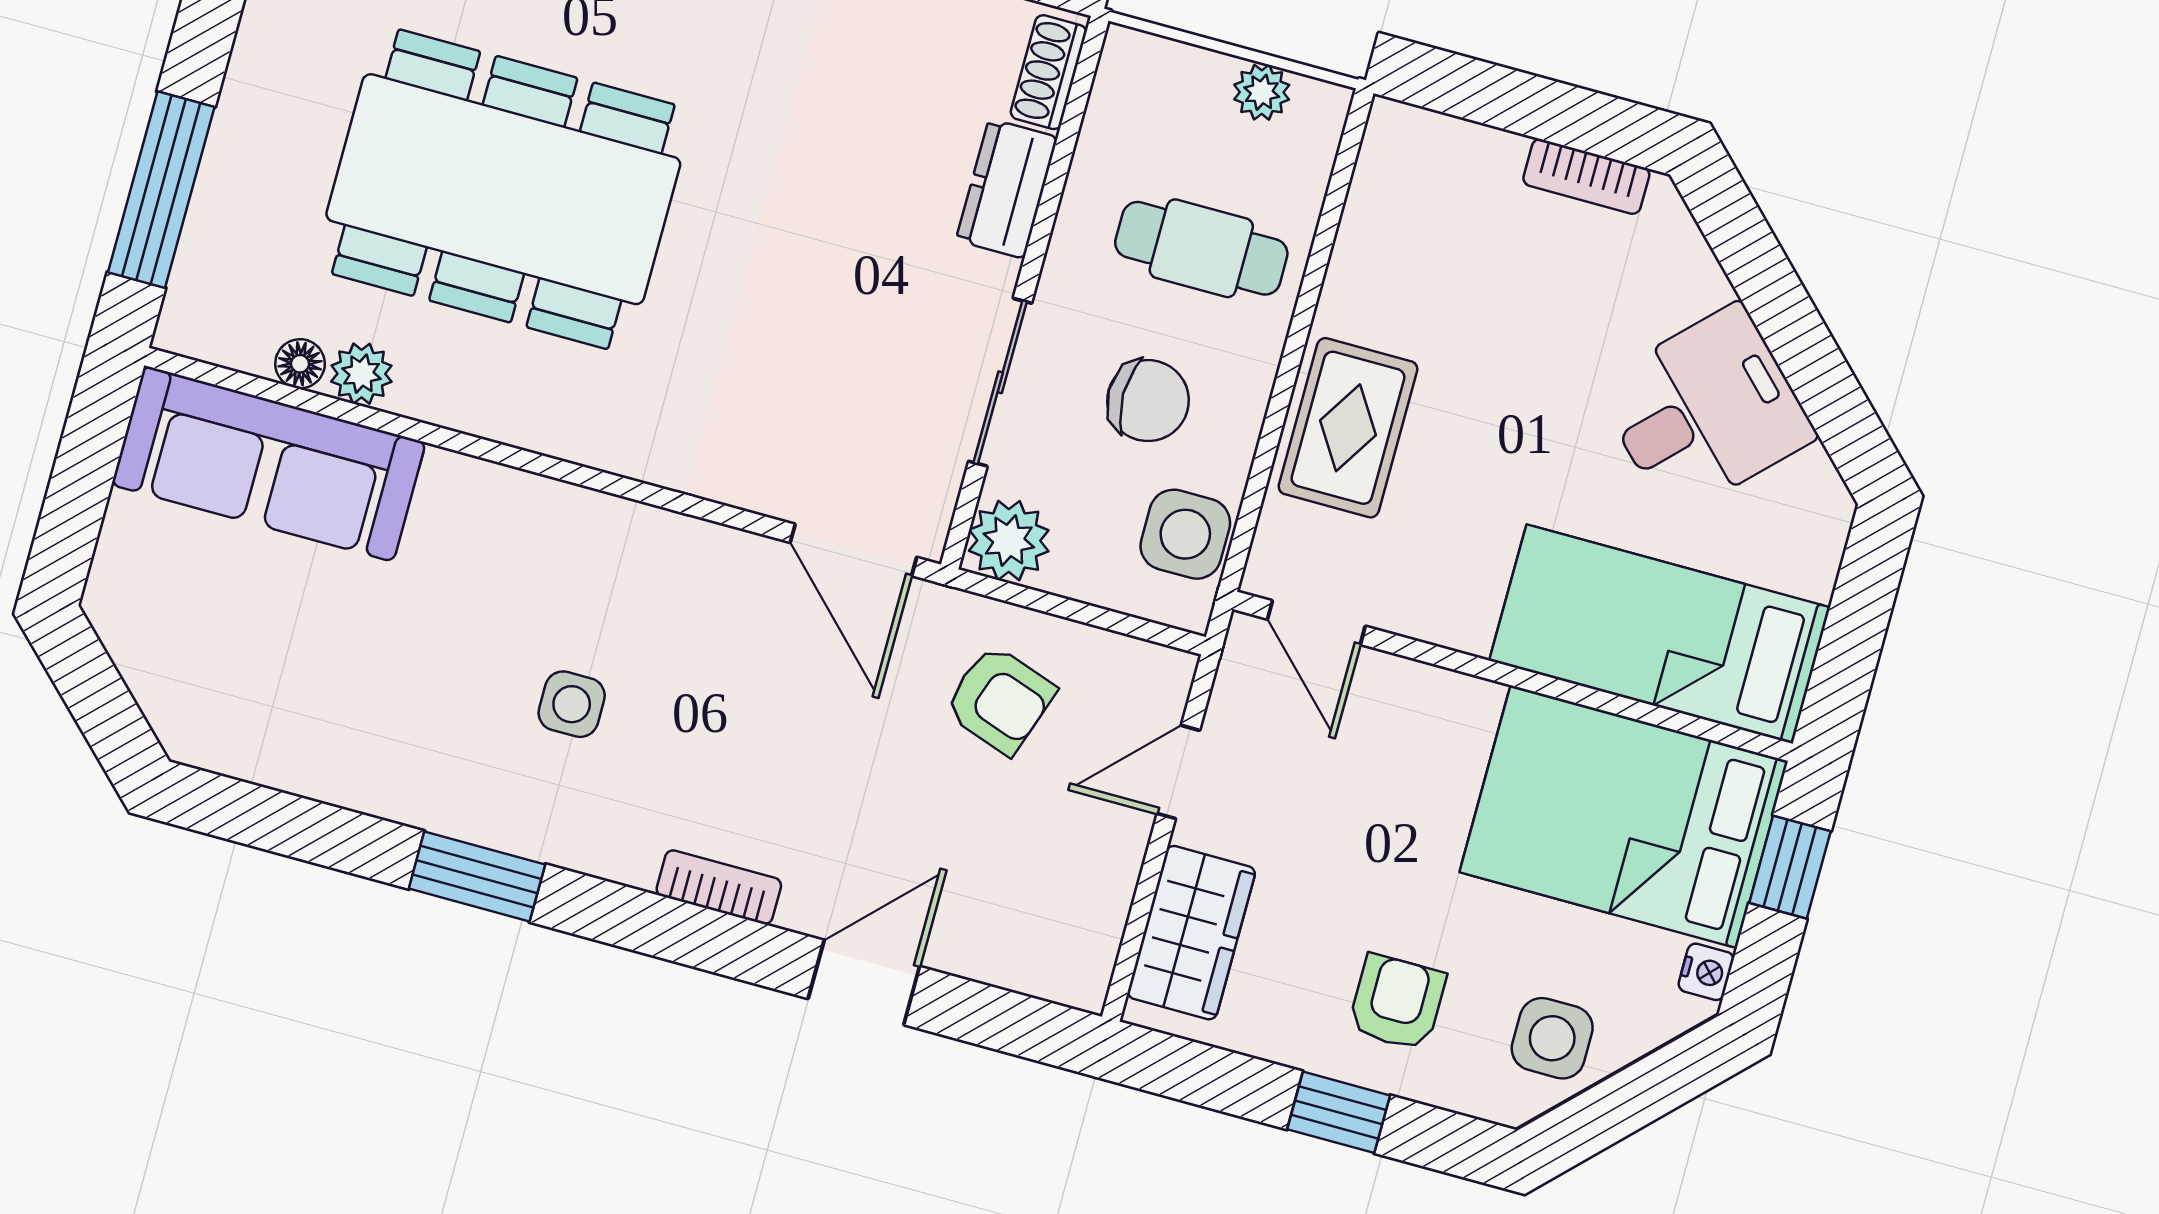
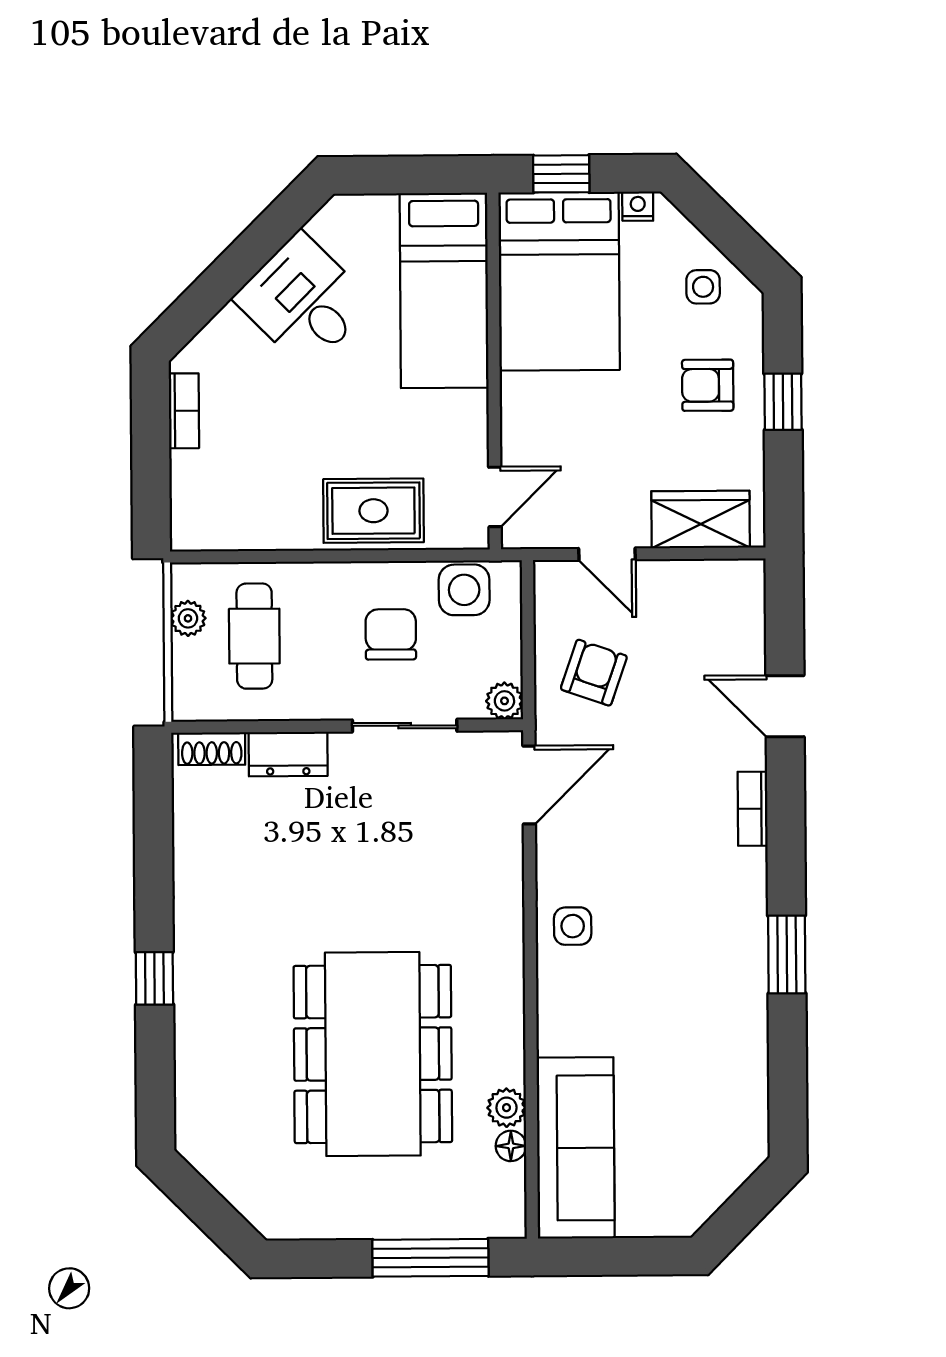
cafe table: (1201, 248) -> (254, 636), moved
plant: (1009, 540) -> (504, 701), width x0.73, depth x0.73
side table: (572, 704) -> (573, 926), moved
side table: (1552, 1038) -> (703, 287), width x0.73, depth x0.73

